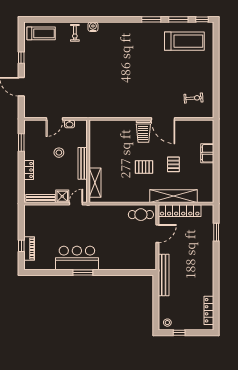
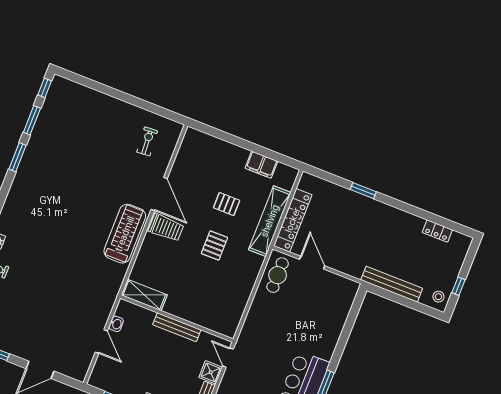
treadmill: (184, 41) -> (125, 234), moved
door: (163, 119) -> (159, 194), hinge flipped
stool: (59, 153) -> (150, 354), removed
filing cabinet: (207, 153) -> (261, 165), moved
shelving: (95, 183) -> (144, 295), moved
window: (216, 232) -> (363, 191), moved
bench: (164, 275) -> (392, 284), moved
locker: (209, 310) -> (437, 231), width x0.66

